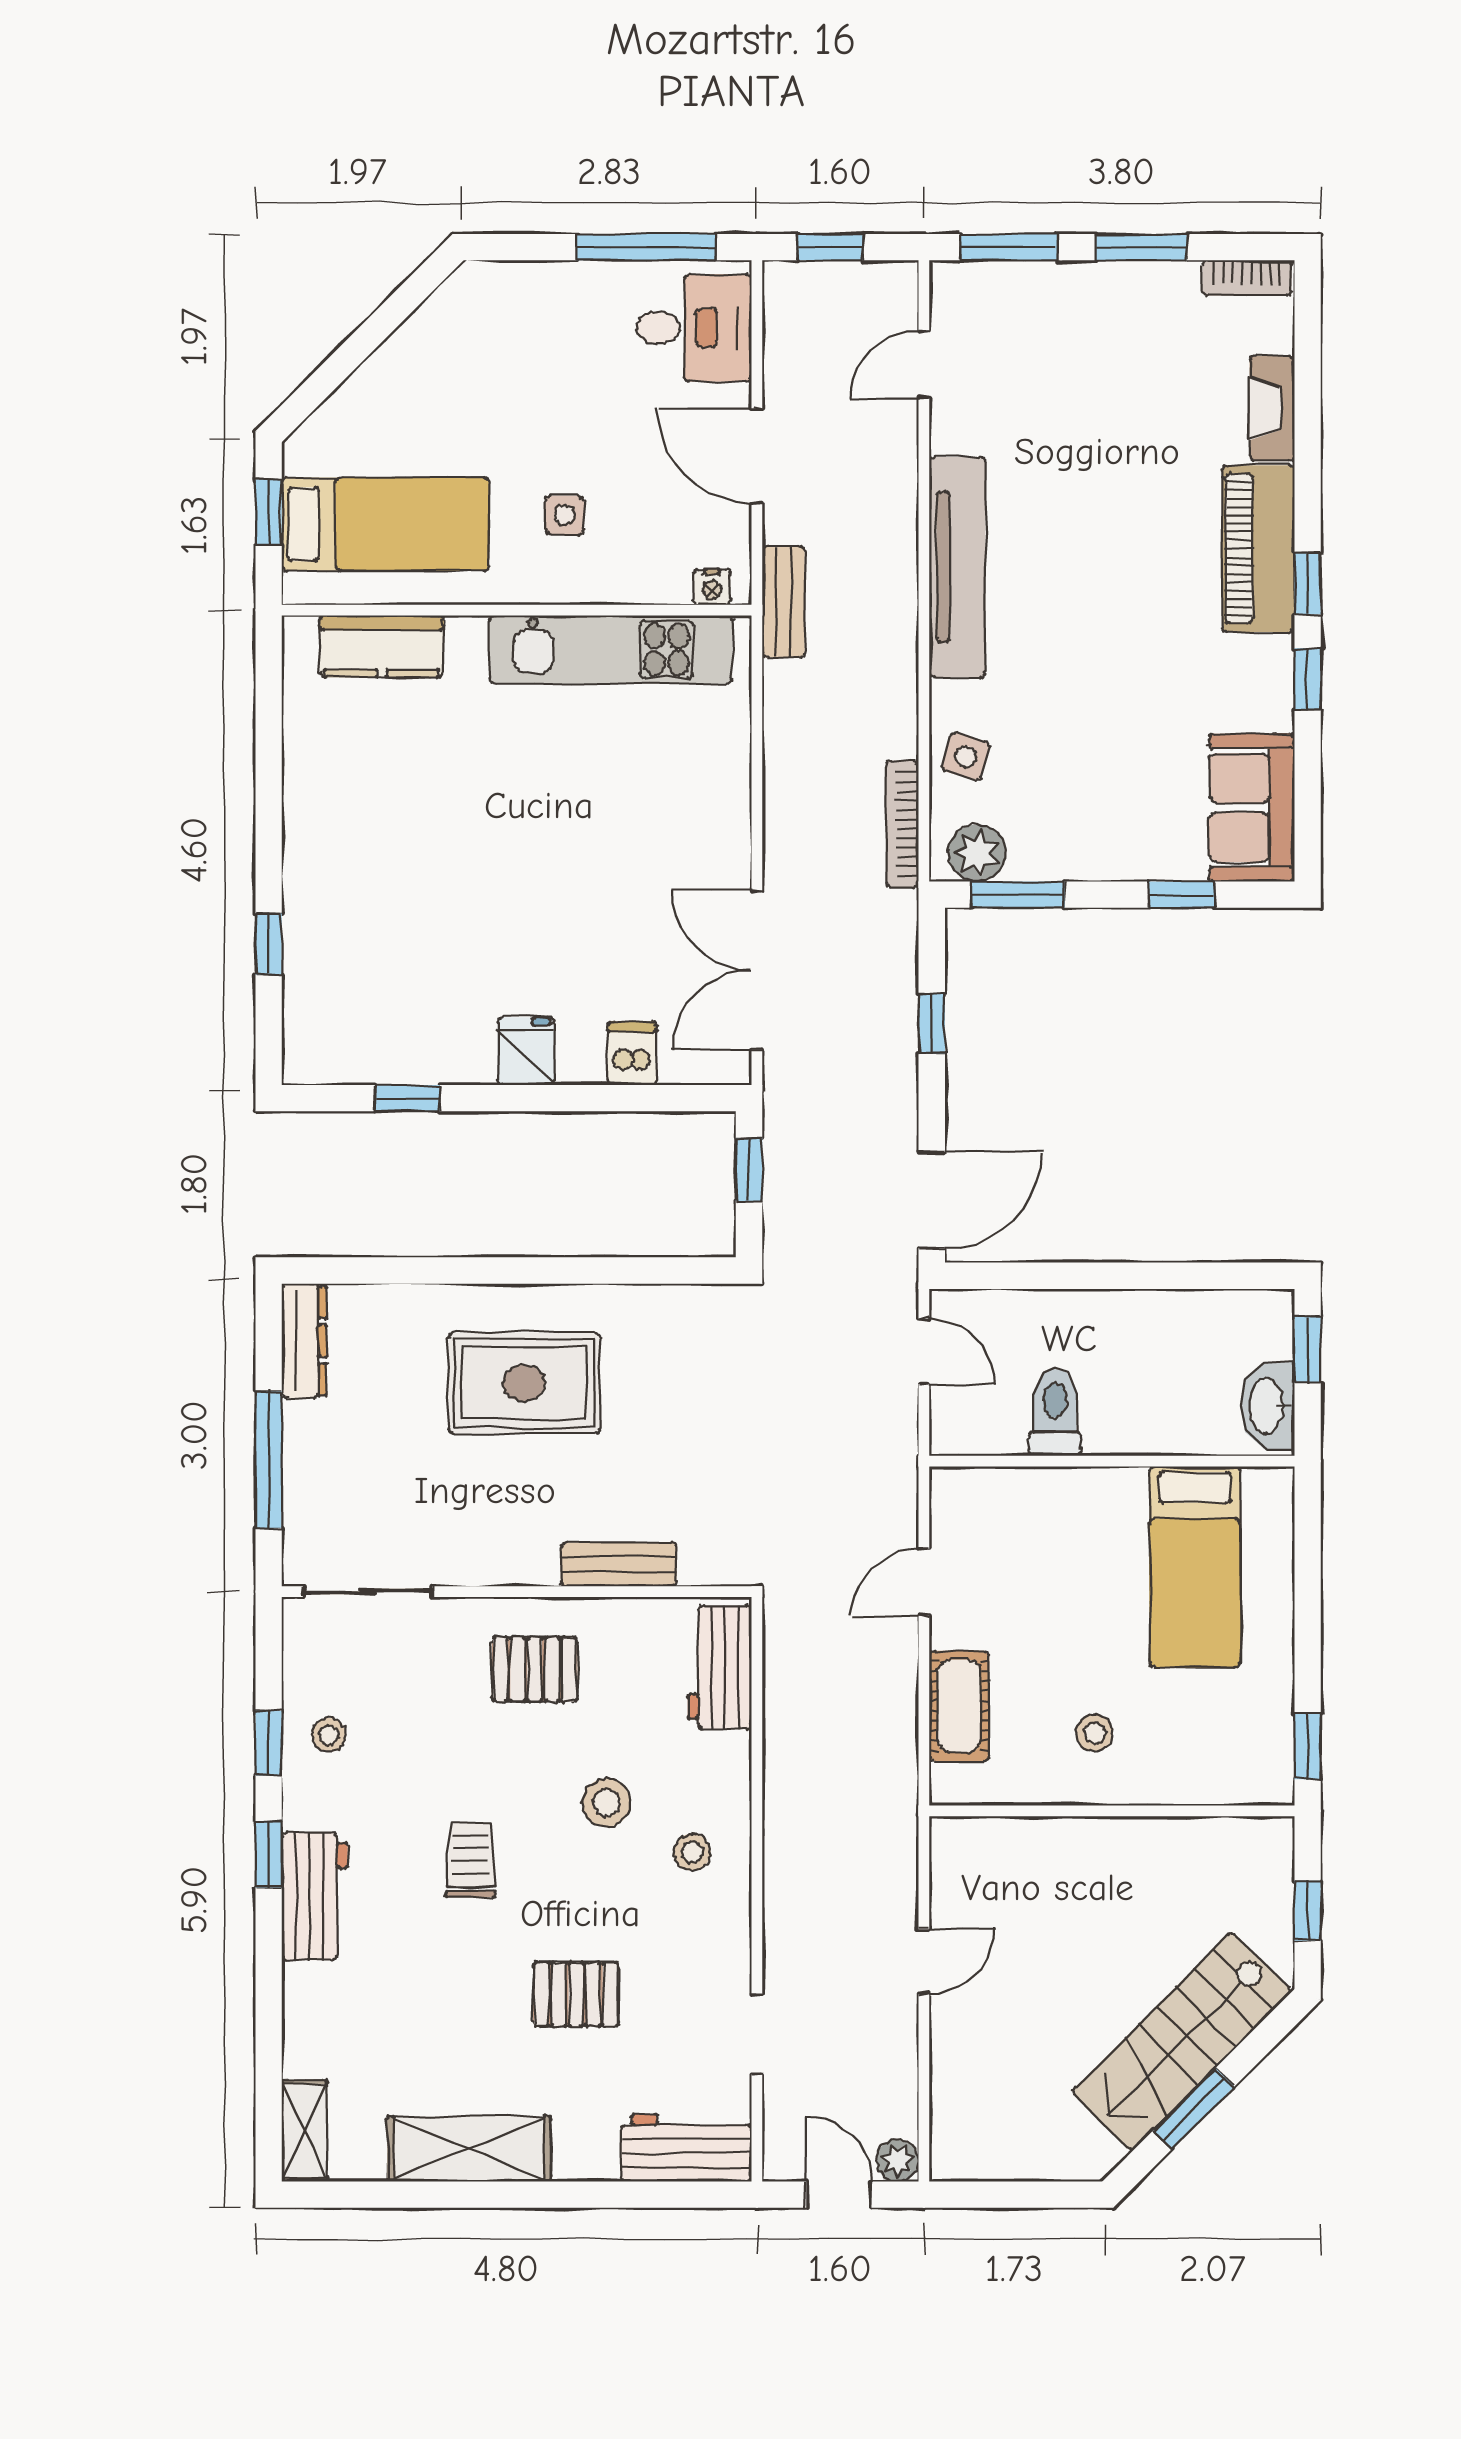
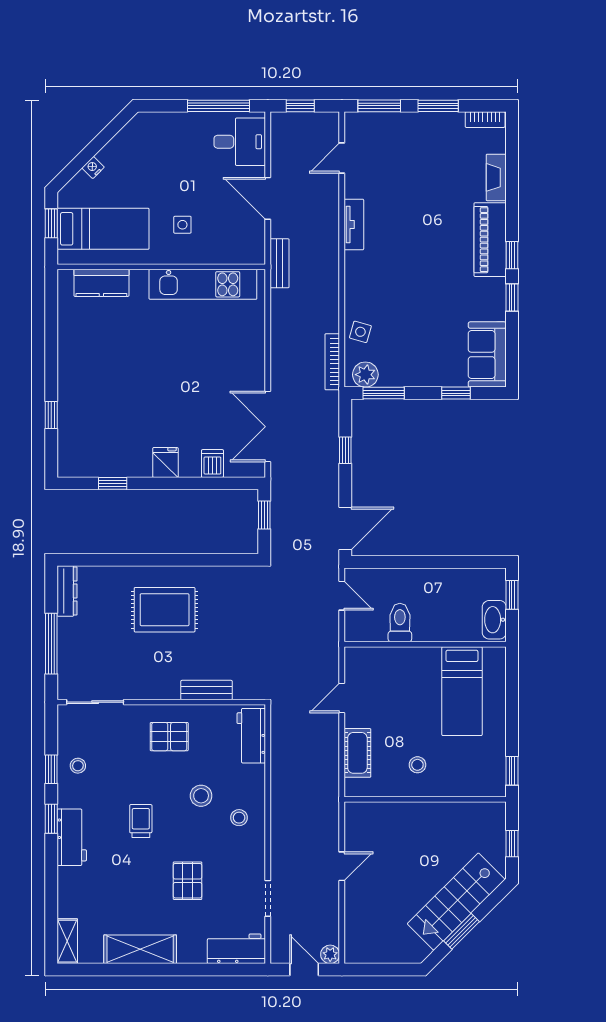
tv unit: (957, 567) -> (354, 224), width x0.52, depth x0.78
nightstand: (712, 587) -> (93, 167), moved, turned 135
pallet: (576, 1994) -> (188, 881), turned 90

